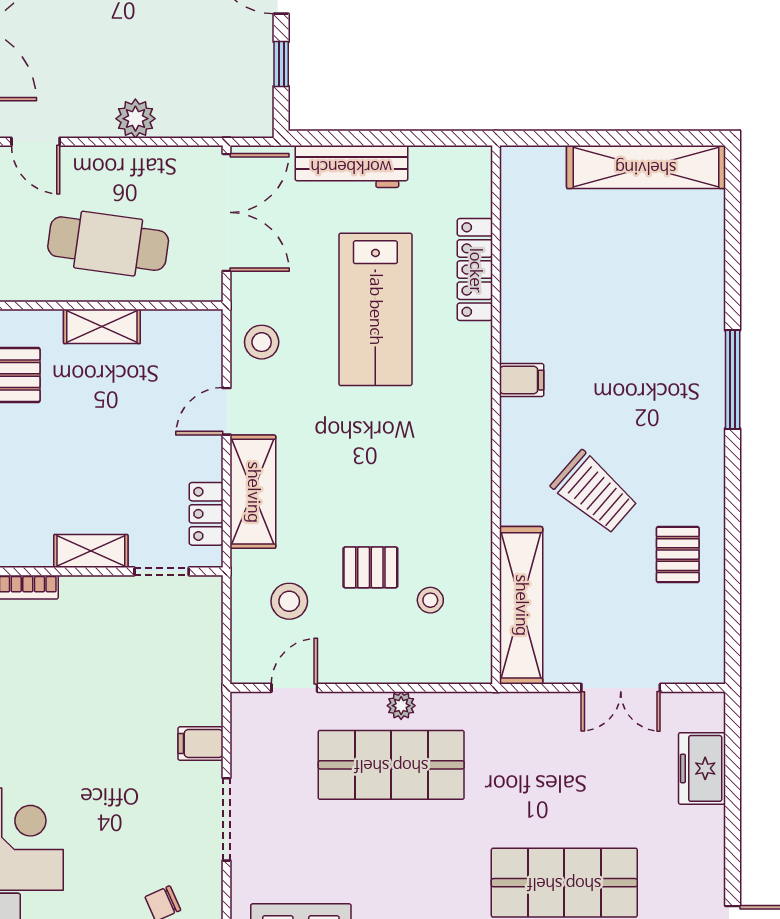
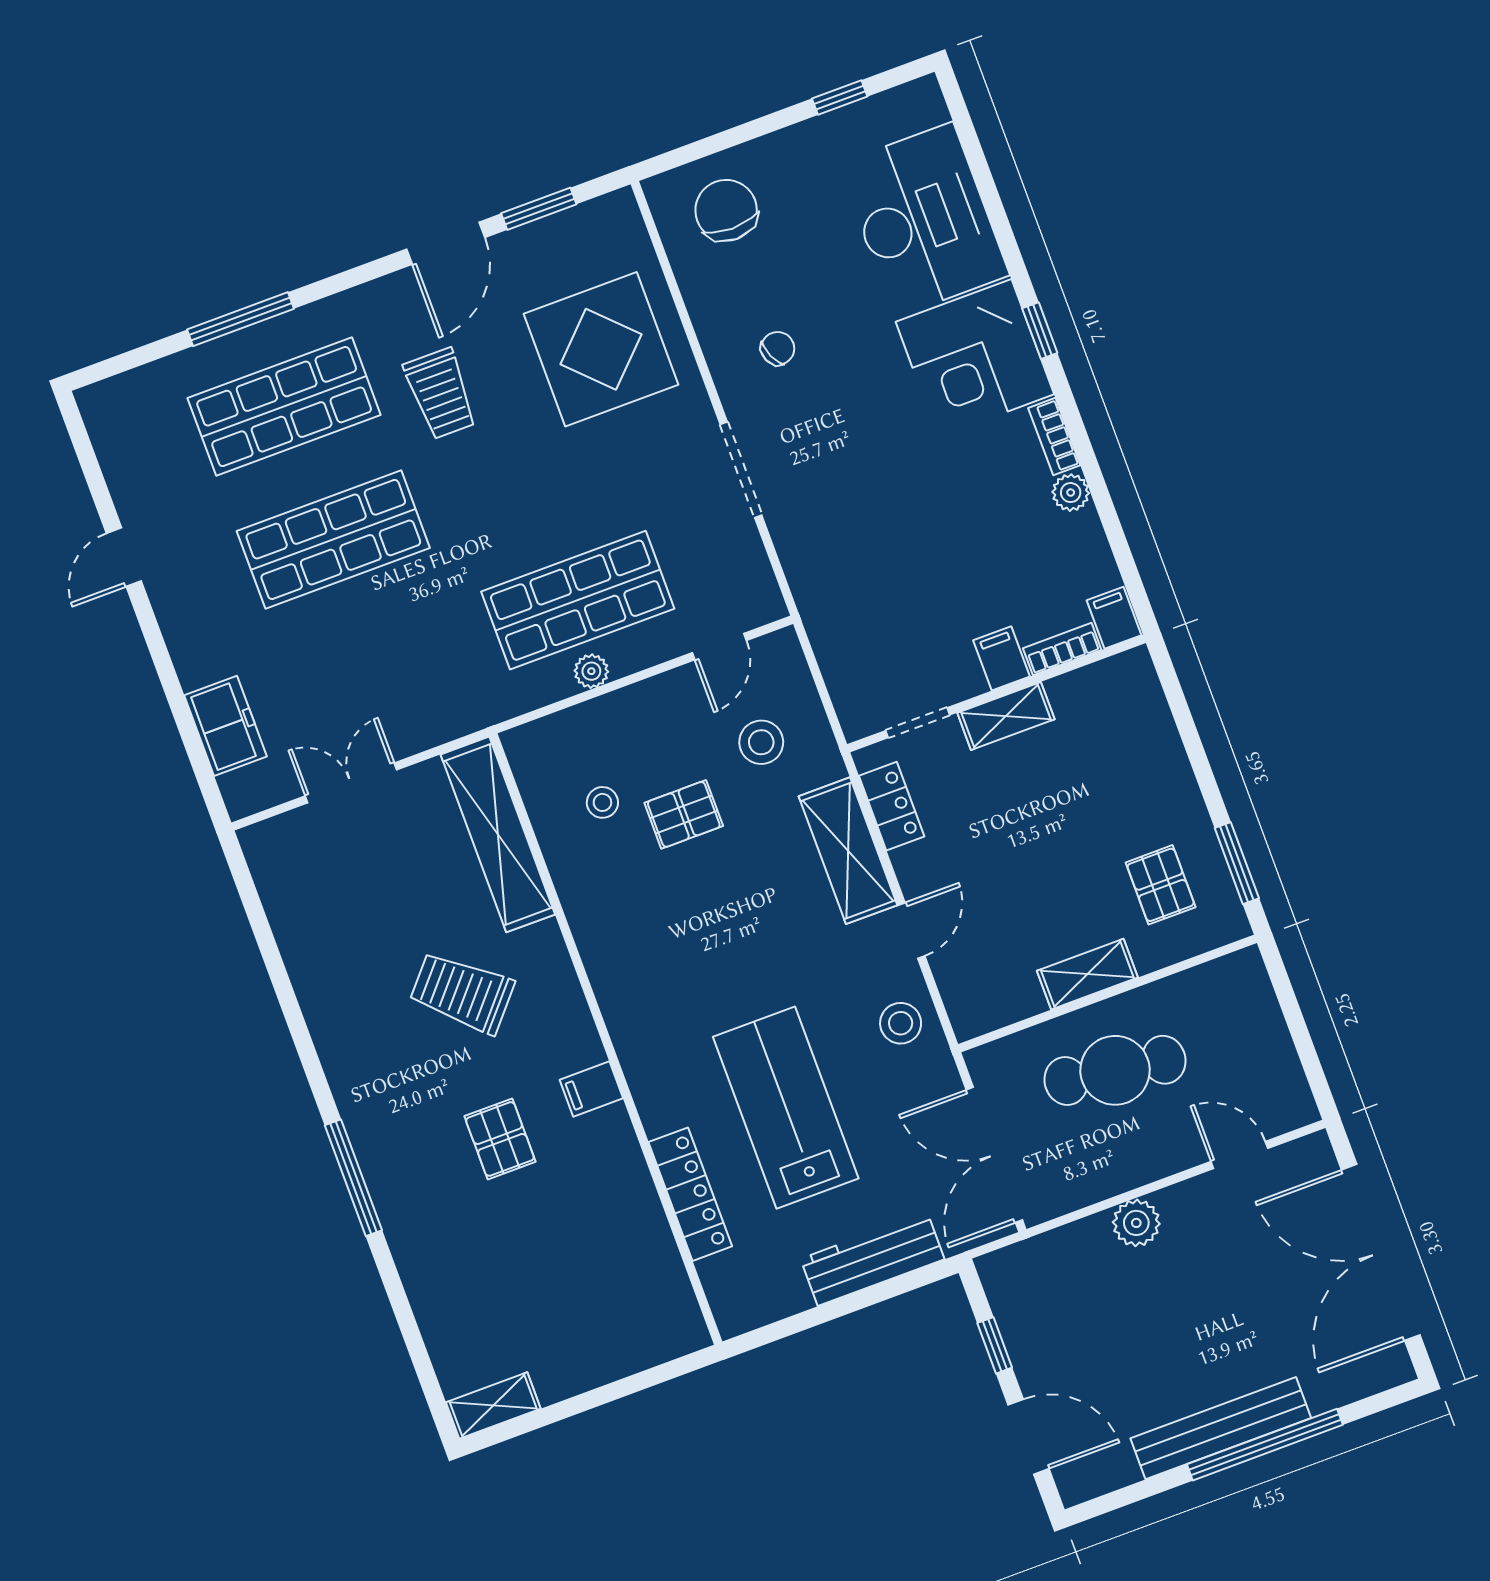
shelving: (646, 167) -> (493, 1405), width x0.45, depth x0.75
pallet: (678, 555) -> (500, 1139), moved
filing cabinet: (200, 744) -> (1001, 658), moved, turned -90

